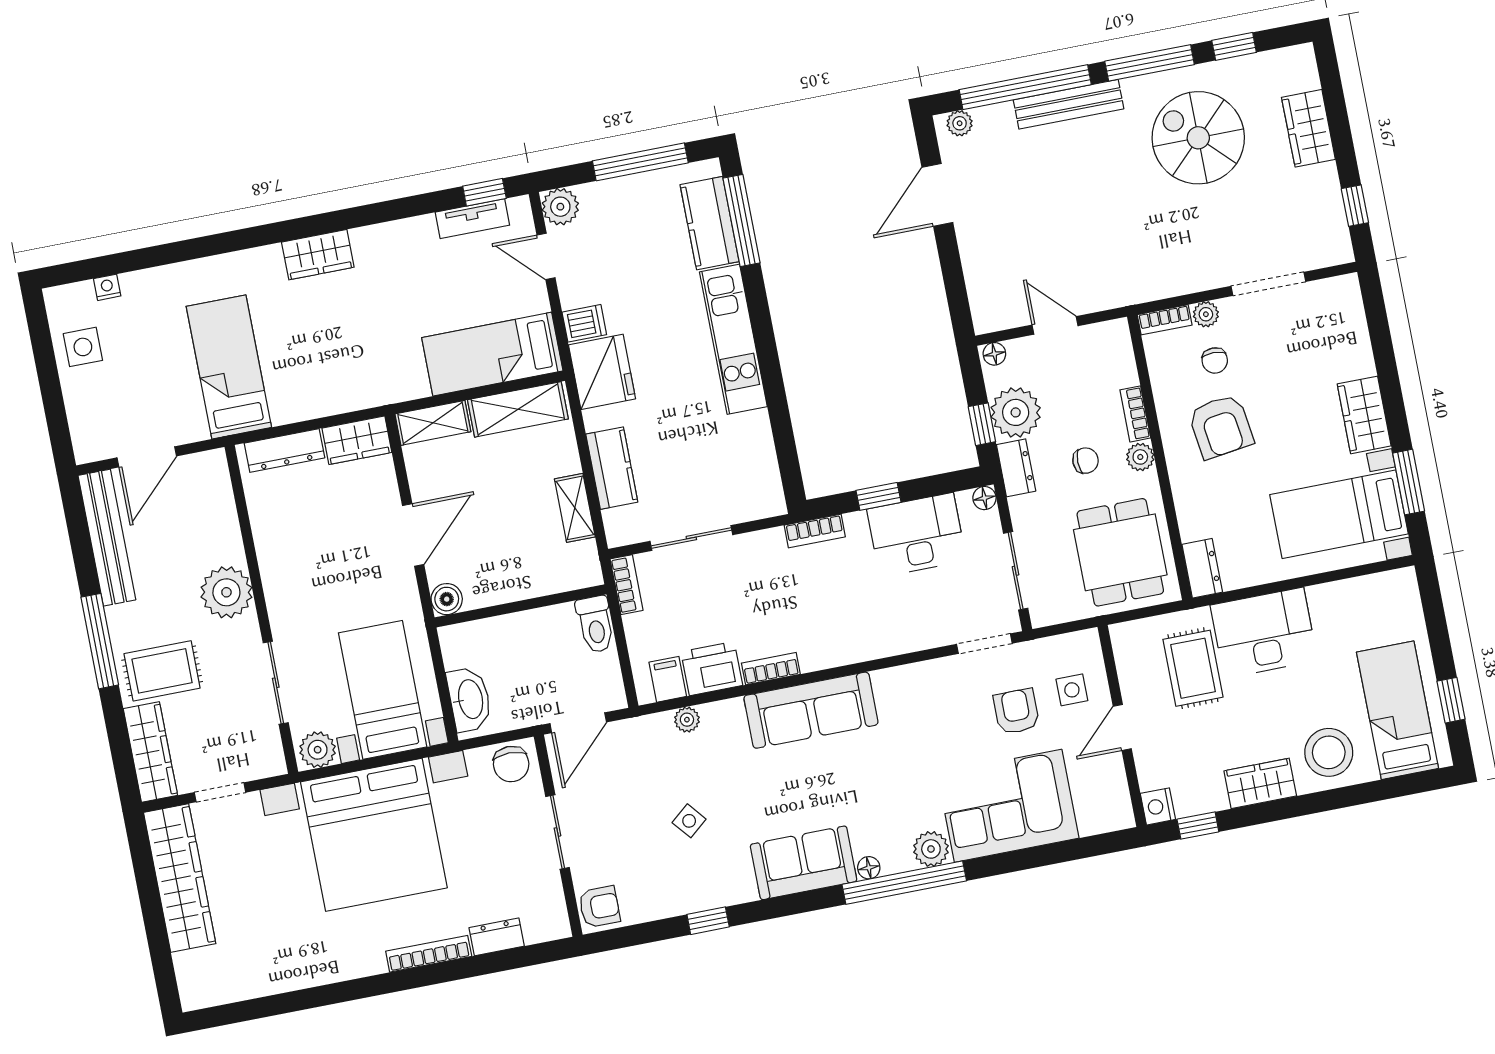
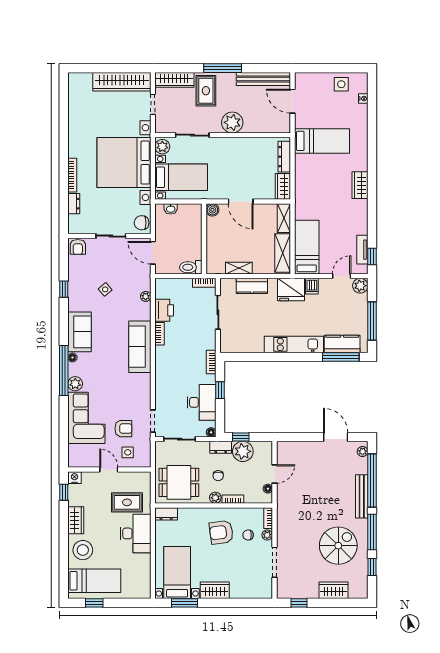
floor lamp: (994, 354) -> (268, 489), moved
filing cabinet: (668, 679) -> (163, 292), removed
washbasin: (469, 699) -> (171, 209), width x0.52, depth x0.69

